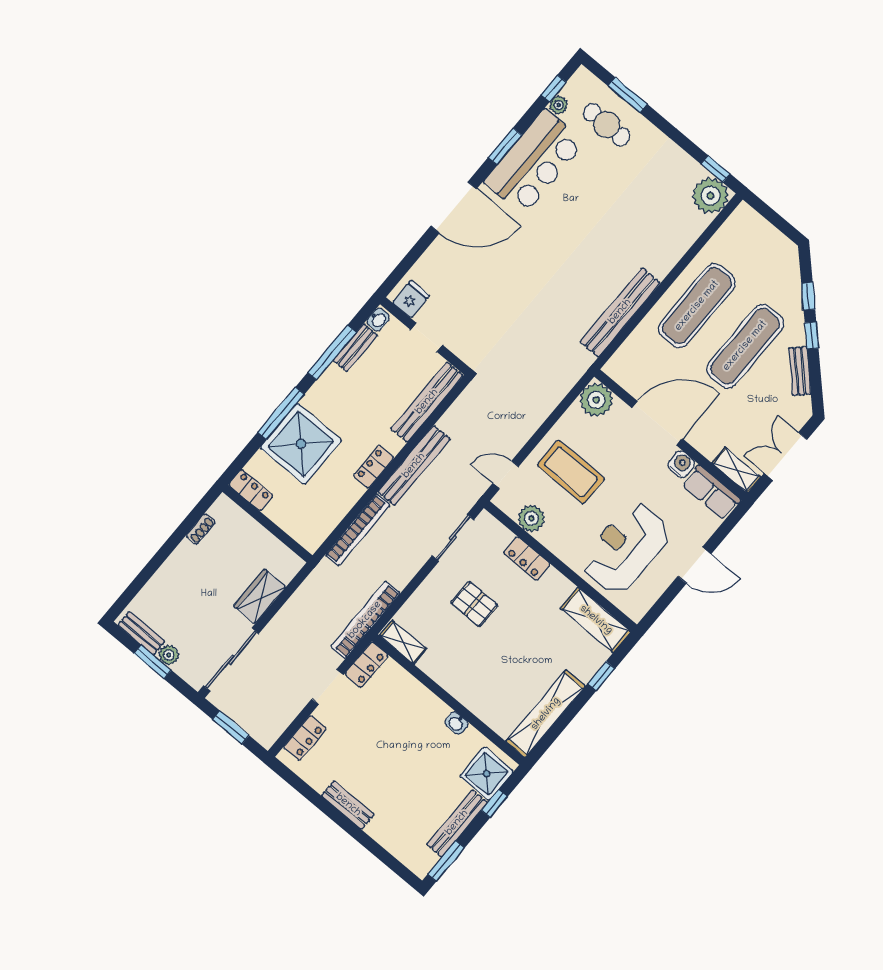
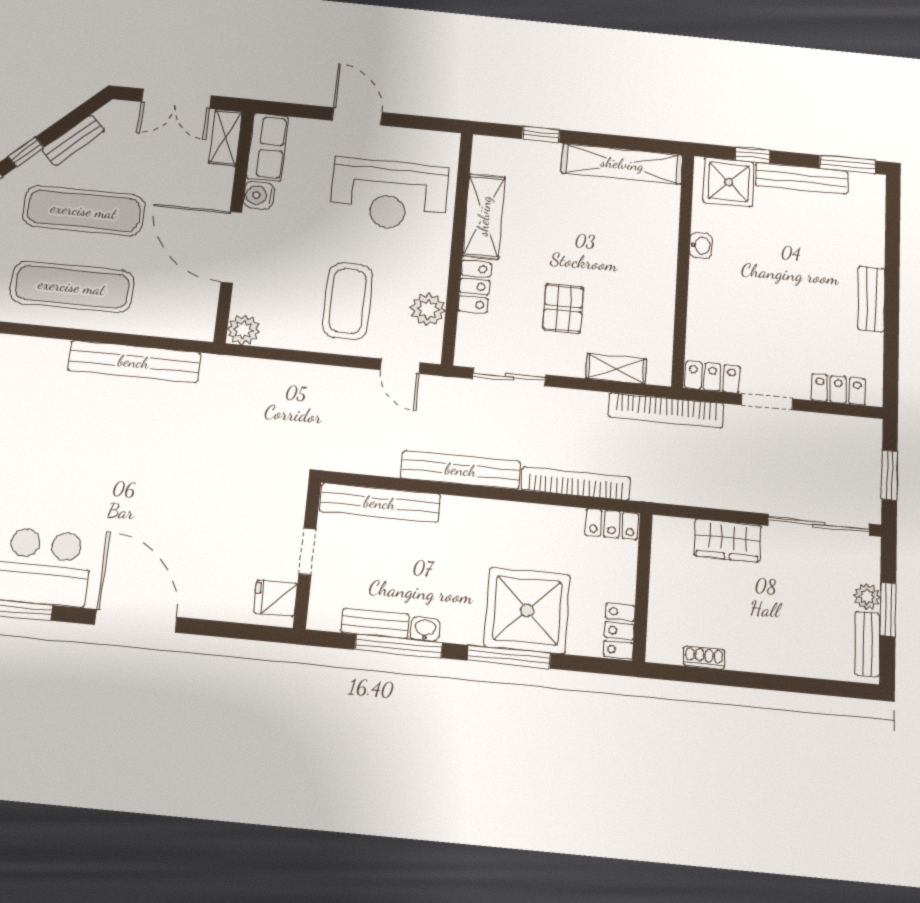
washbasin: (378, 319) -> (425, 629), moved
plant: (596, 400) -> (243, 330), width x0.73, depth x0.73
locker: (374, 467) -> (612, 524), moved
shelving: (596, 620) -> (484, 216), moved
shelving: (403, 642) -> (616, 369), moved, turned 90

